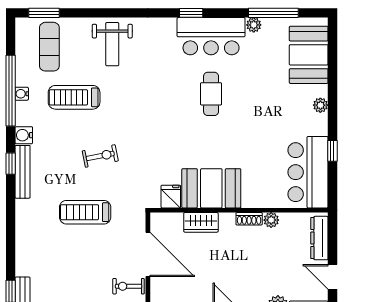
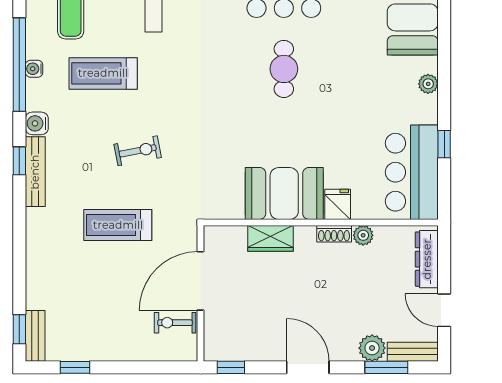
fridge: (171, 197) -> (338, 204), moved
door: (148, 255) -> (200, 281), swing flipped

